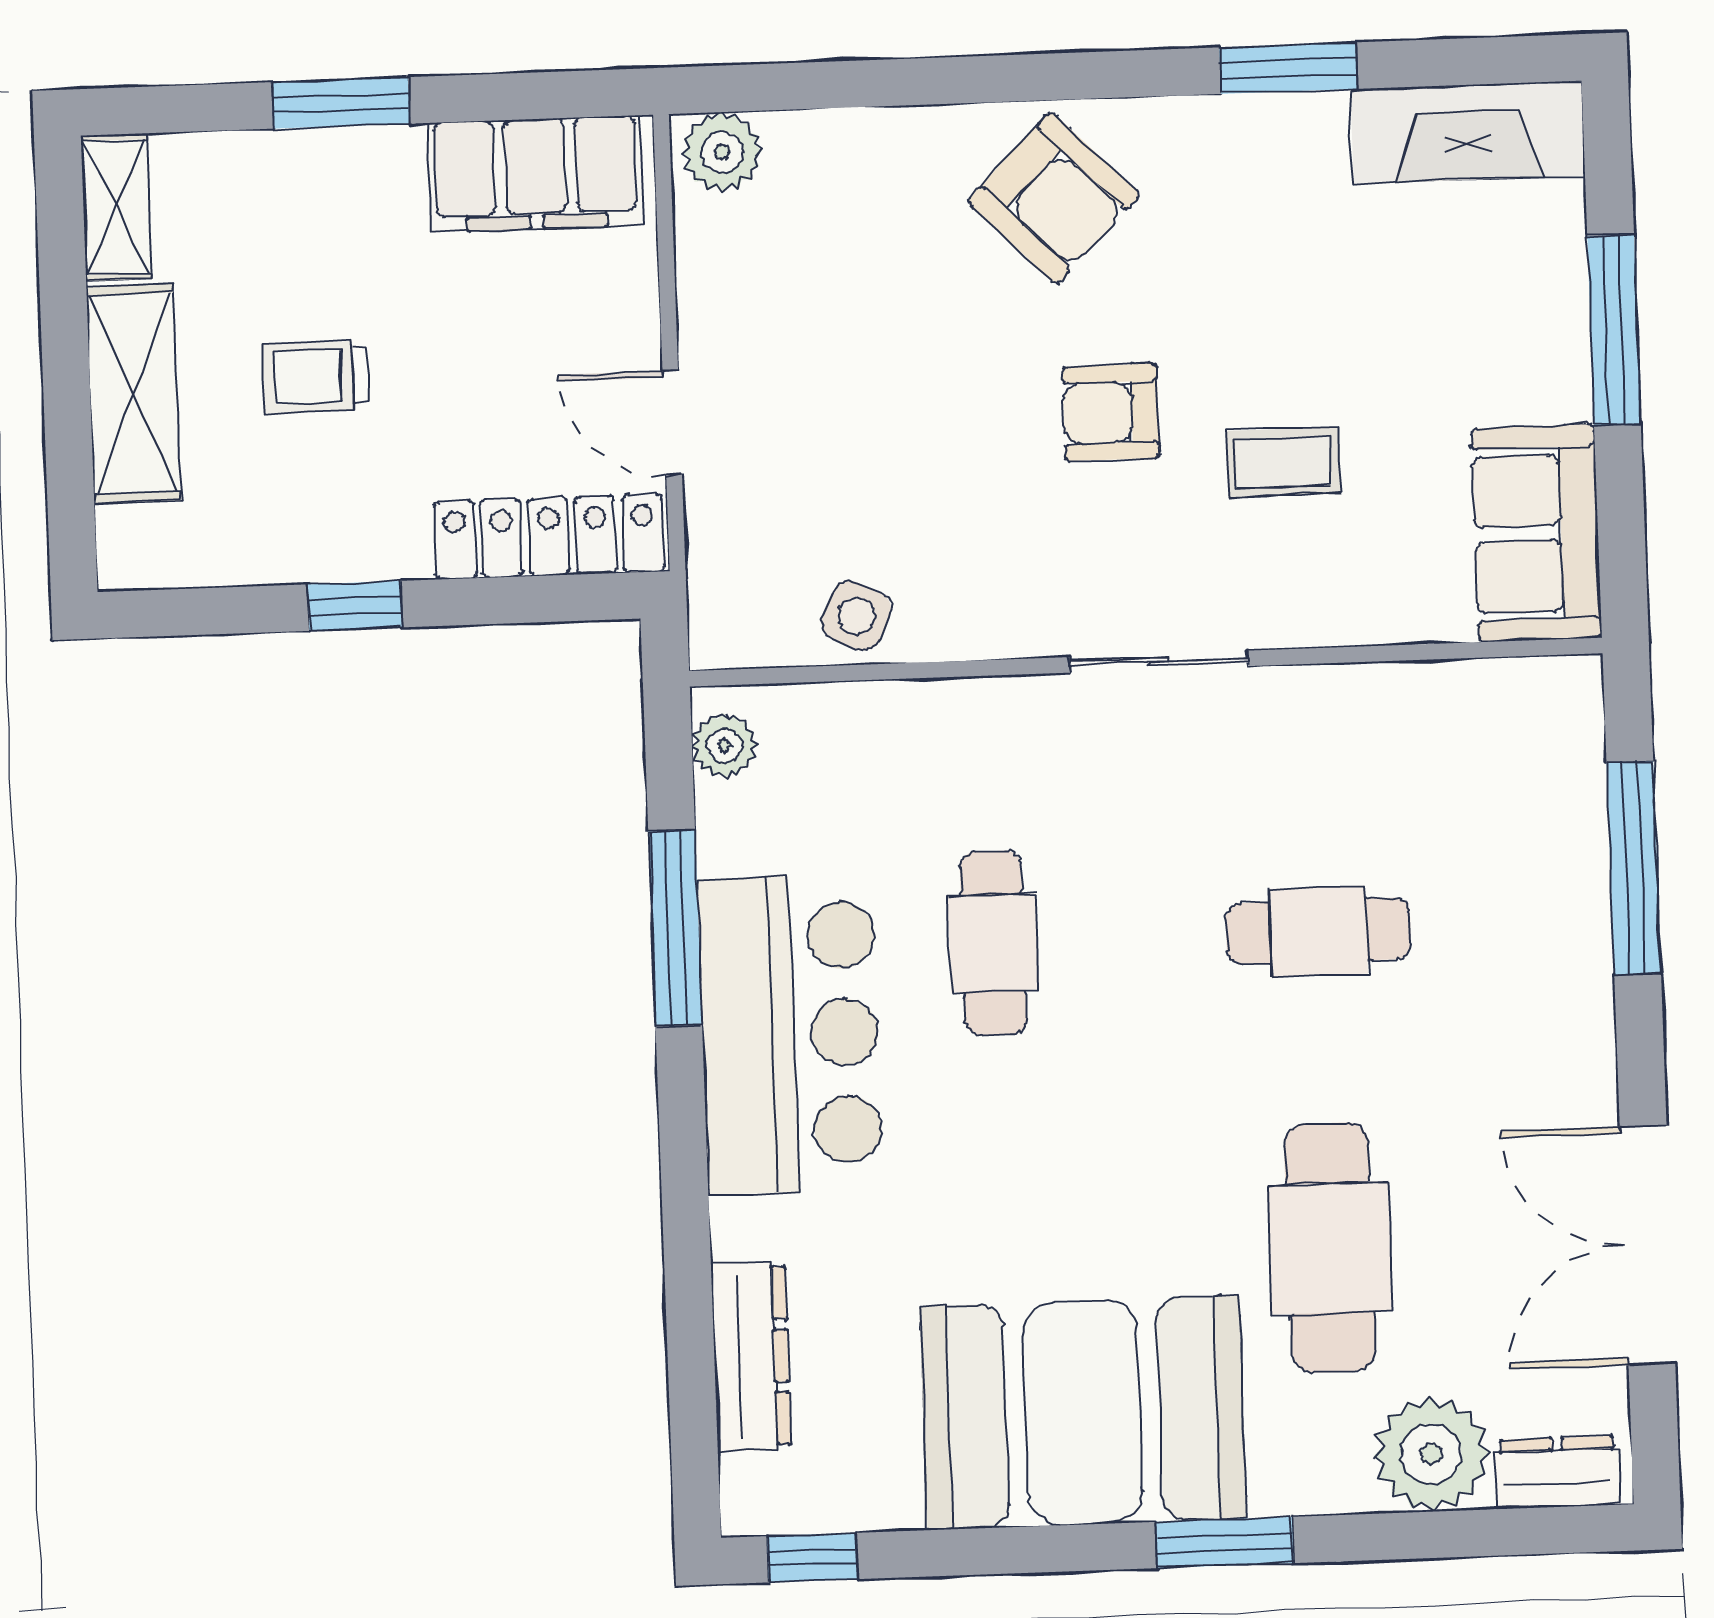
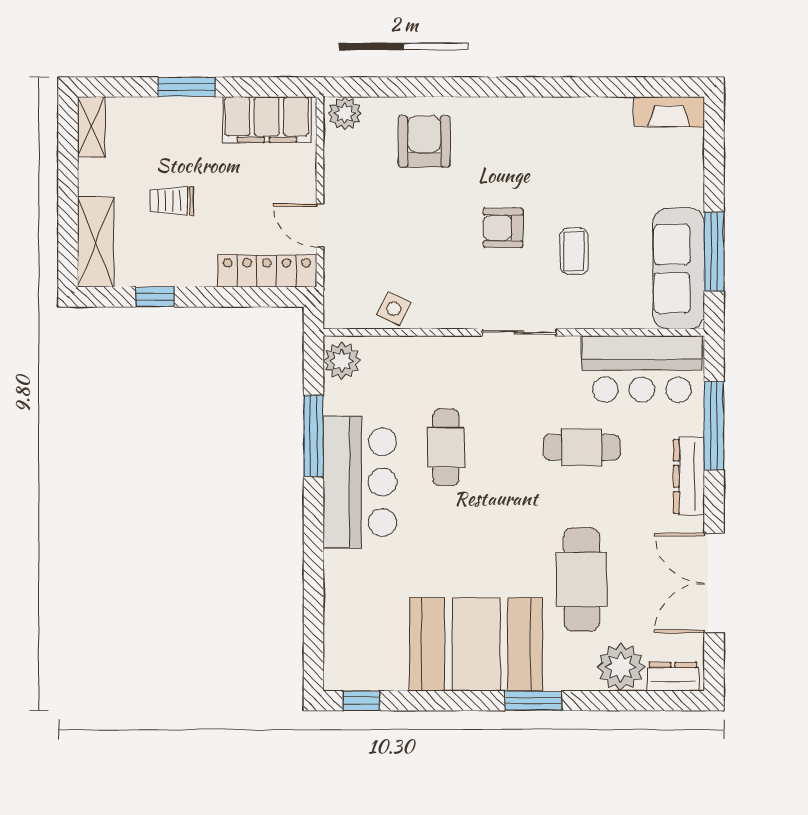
window: (1288, 68) -> (582, 87), removed
fireplace: (1468, 132) -> (669, 112), width x0.73, depth x0.76
armchair: (1054, 198) -> (424, 141), moved, turned -135
window: (1614, 330) -> (714, 252), moved
shelving: (133, 394) -> (96, 242), moved
coffee table: (1283, 462) -> (574, 251), turned 90
sofa: (1536, 533) -> (679, 269), width x1.36
window: (355, 606) -> (155, 297), moved
bar counter: (1456, 738) -> (642, 369), added
plant: (724, 746) -> (342, 361), width x1.38, depth x1.38
dresser: (751, 1357) -> (689, 476), moved, turned 180

